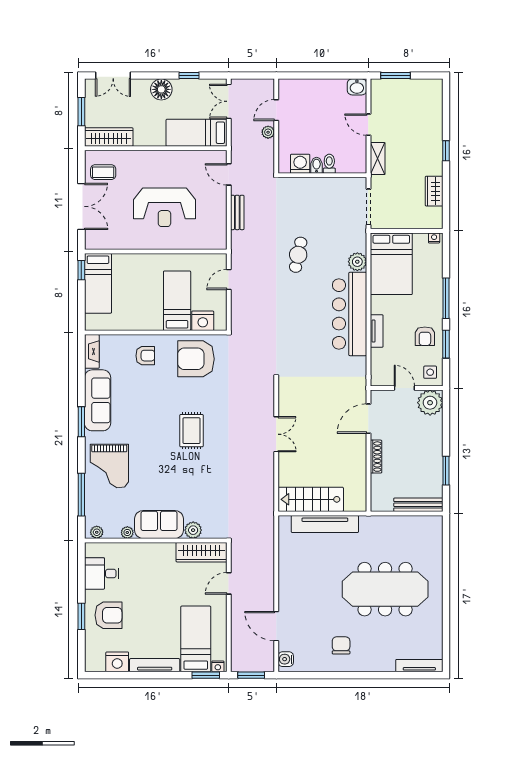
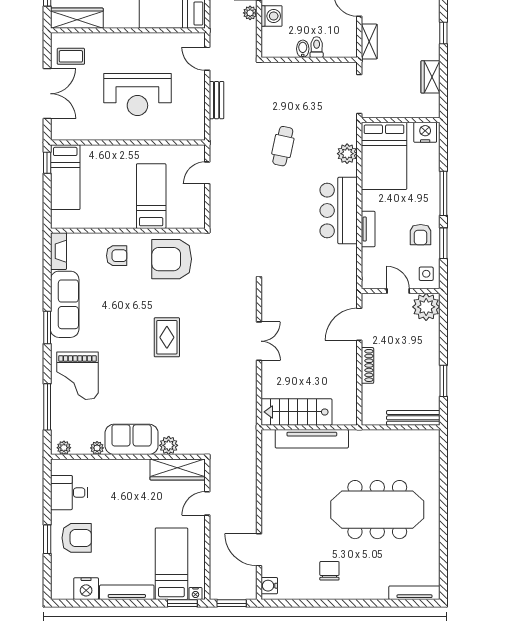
washing machine: (300, 164) -> (272, 16), moved, turned 90
nightstand: (434, 238) -> (425, 132), width x1.89, depth x1.79
bar counter: (350, 314) -> (339, 210), width x0.73
nightstand: (203, 321) -> (179, 218), removed

